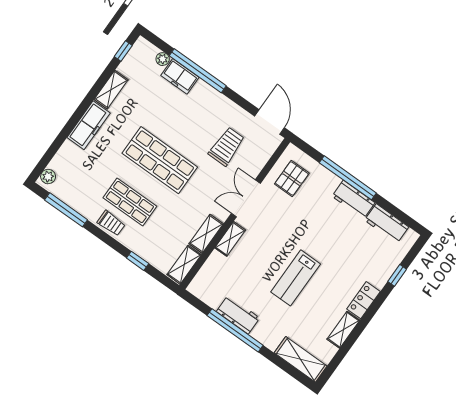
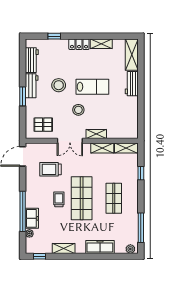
freezer: (89, 125) -> (100, 247), moved
window: (348, 178) -> (23, 96), width x0.47
trolley: (111, 223) -> (59, 199), moved
stool: (329, 235) -> (59, 85), added
stool: (278, 238) -> (78, 110), added
workbench: (238, 315) -> (132, 84), moved
window: (235, 330) -> (141, 98), removed

